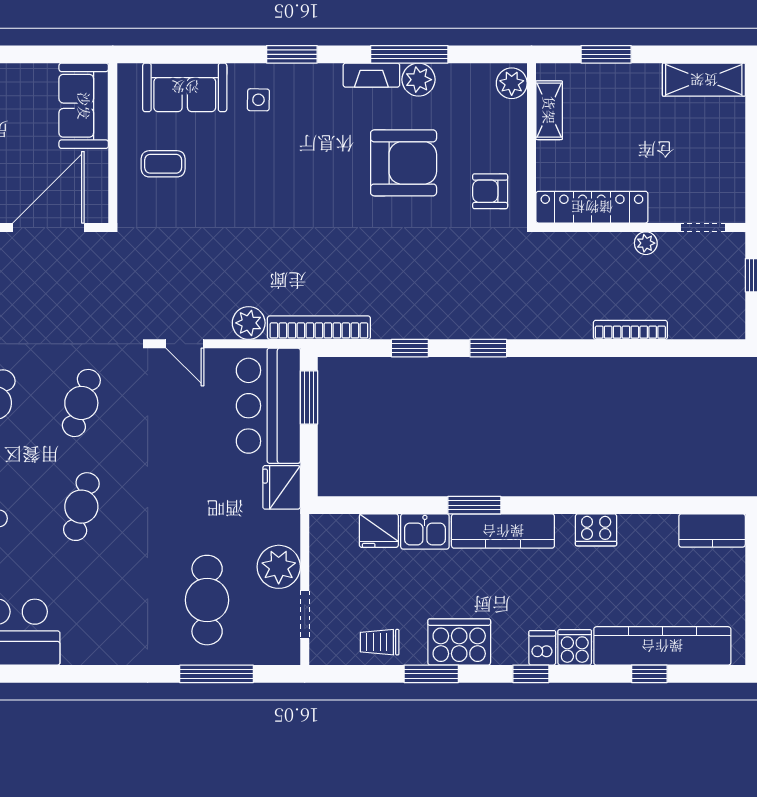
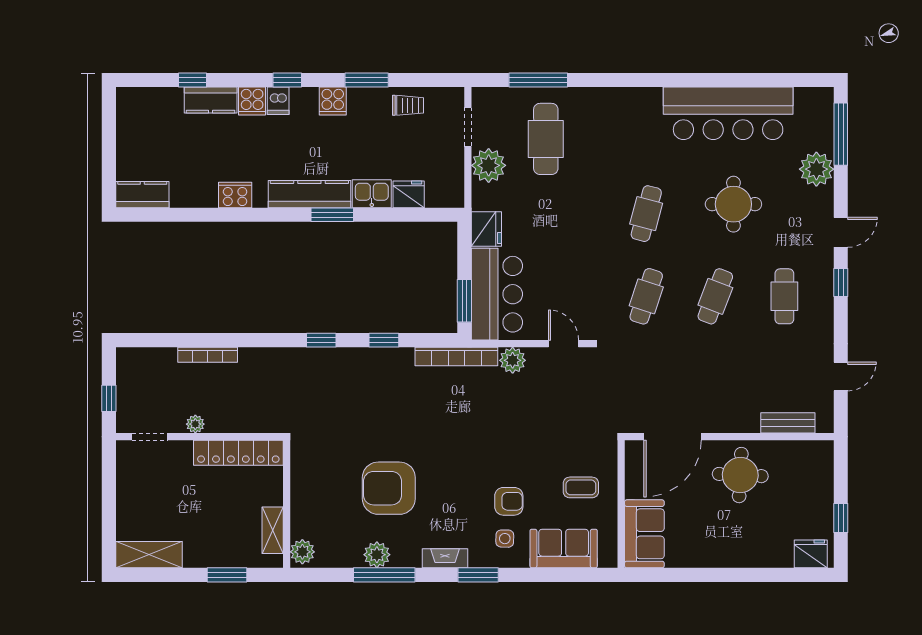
fireplace: (371, 75) -> (445, 558), moved
armchair: (490, 191) -> (509, 501), moved
cooker: (459, 642) -> (333, 101), width x0.53, depth x0.76
kitchen counter: (662, 646) -> (211, 100), width x0.48, depth x0.86

